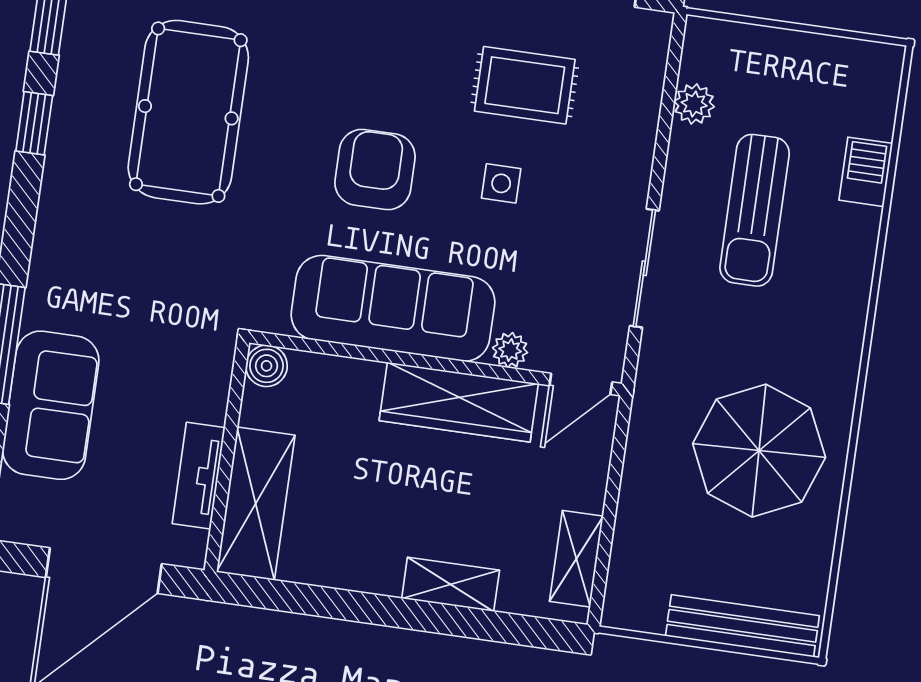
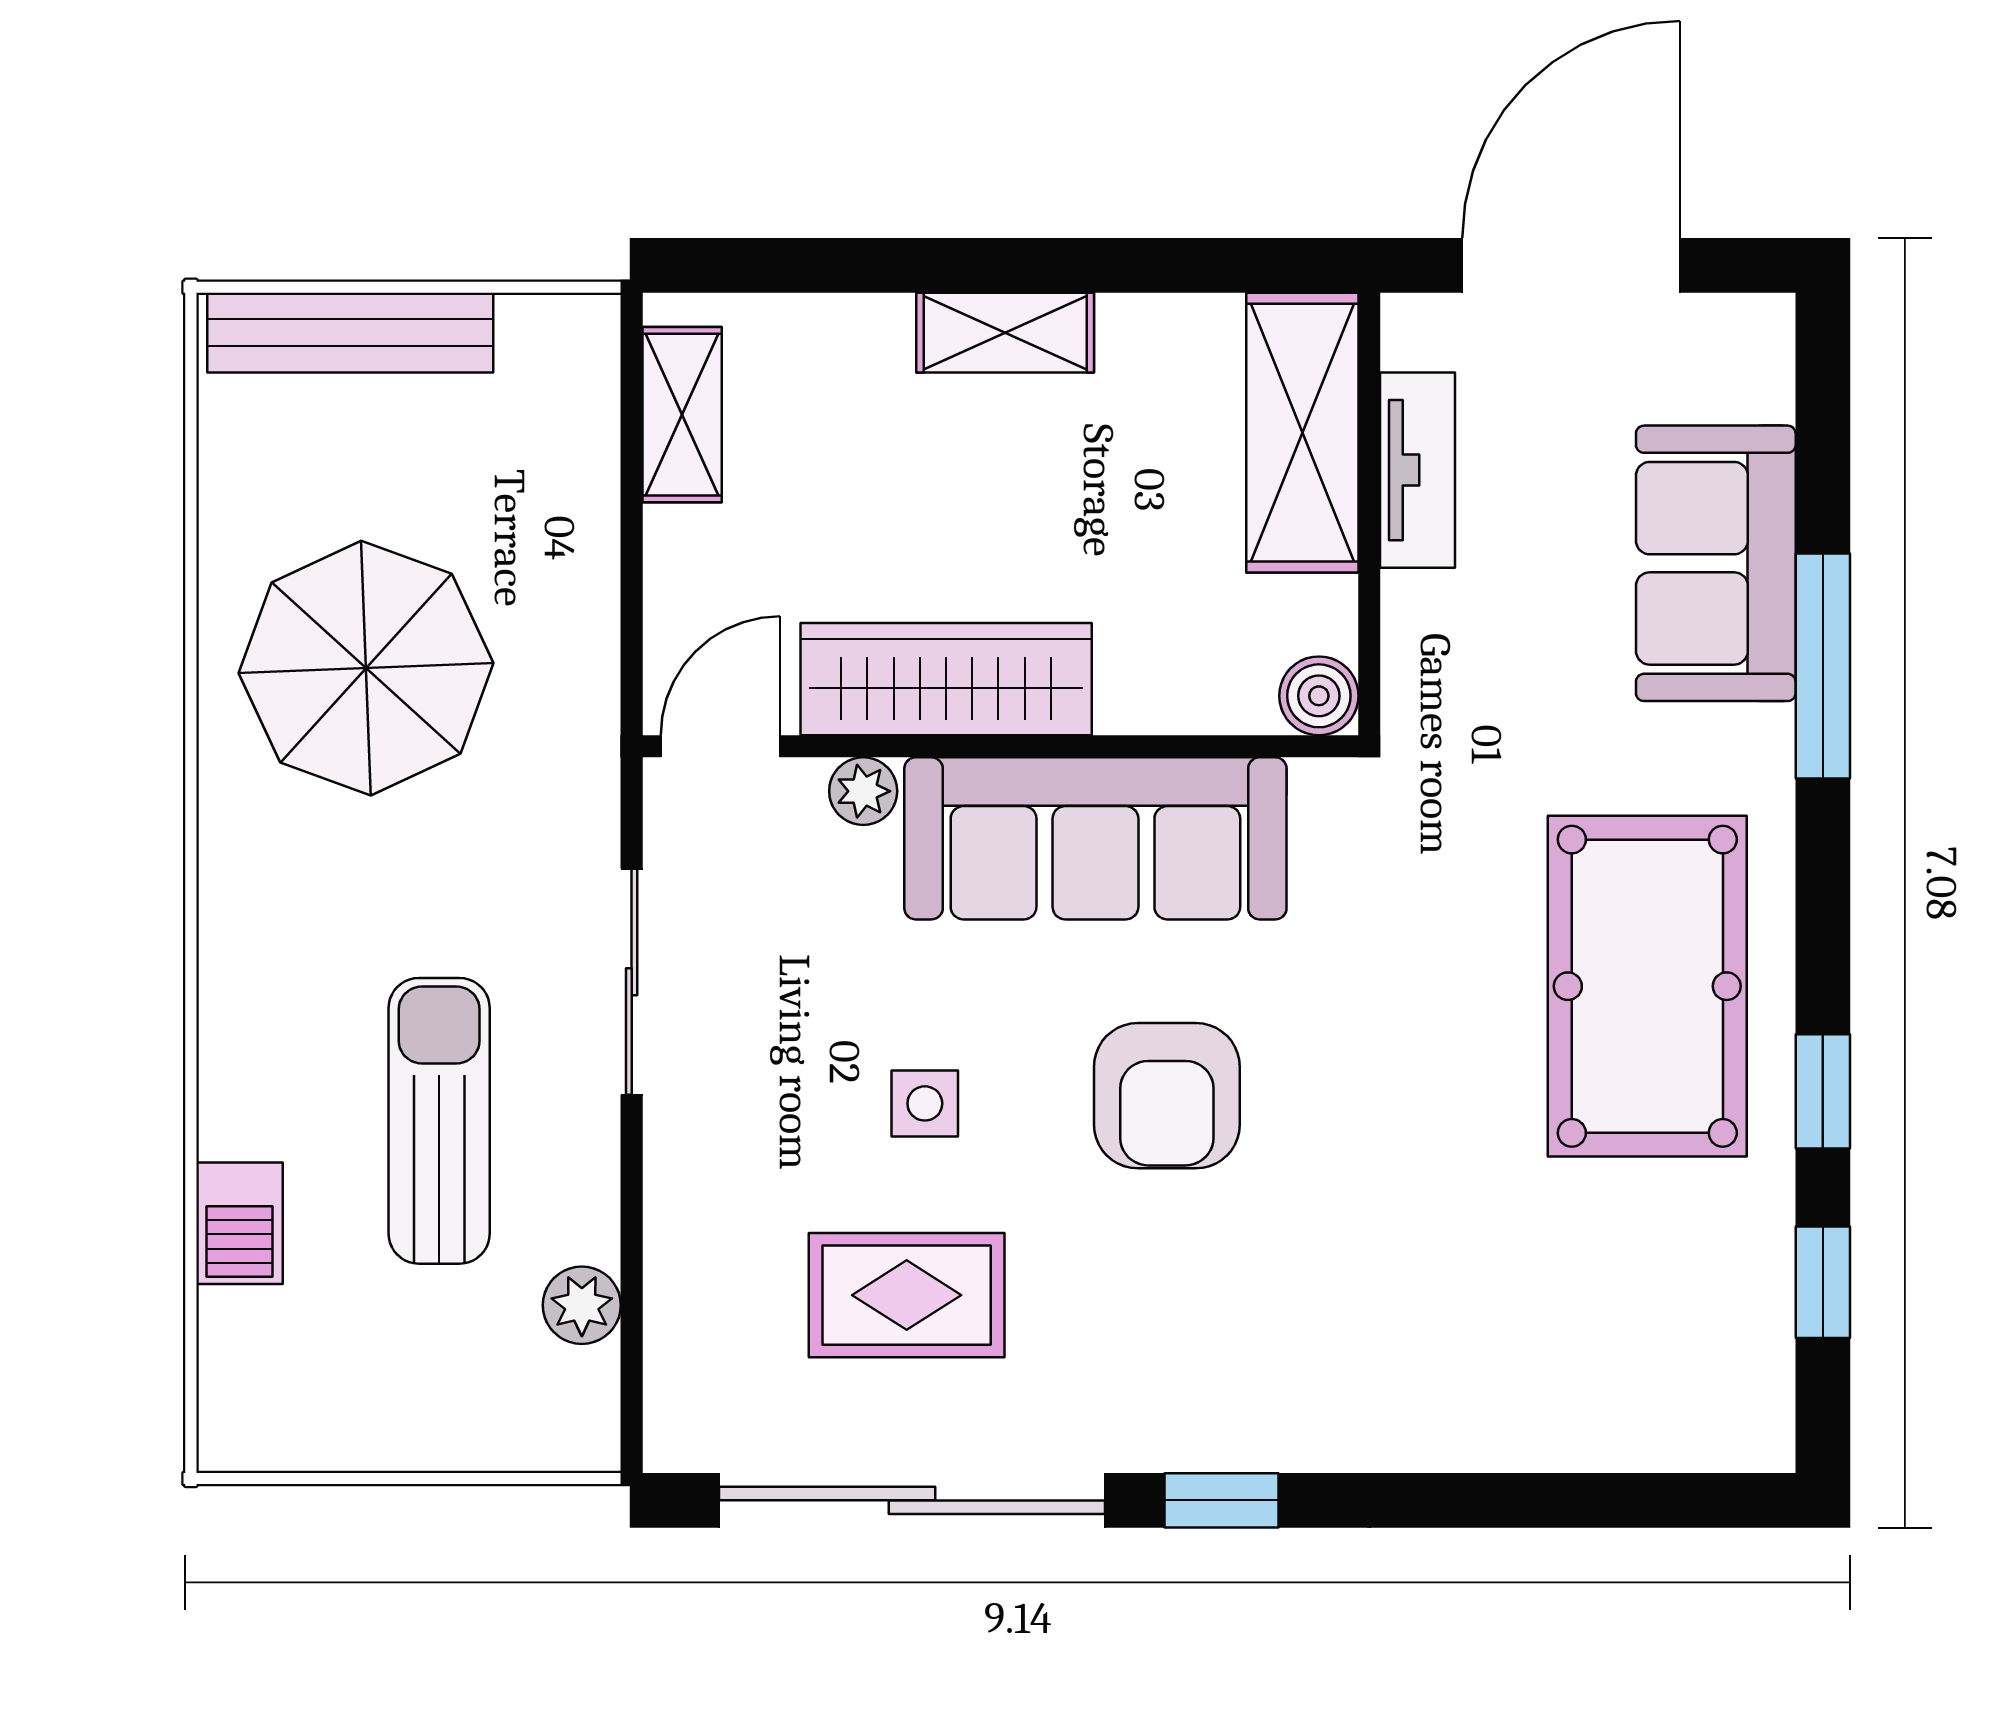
pool table: (188, 112) -> (1647, 986), moved
shelving: (451, 584) -> (1005, 333), moved

